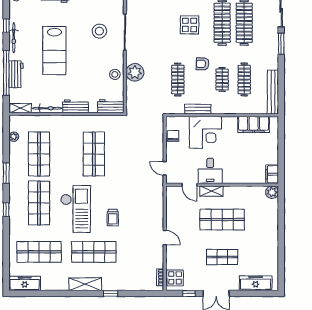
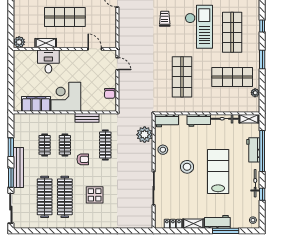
stool: (99, 31) -> (187, 167), moved
plant: (135, 72) -> (145, 135), moved
window: (281, 77) -> (11, 147), added
clothes rail: (244, 79) -> (45, 145), width x0.73
bench: (273, 92) -> (18, 168), moved
corner desk: (205, 132) -> (66, 97), moved
shop shelf: (39, 154) -> (232, 77), turned 90
desk: (210, 171) -> (48, 61), moved
filing cabinet: (272, 174) -> (19, 58), removed
shelving: (211, 191) -> (46, 43), moved
checkout: (75, 209) -> (199, 27), turned 180

